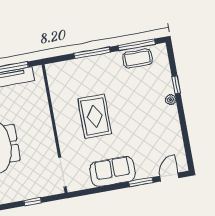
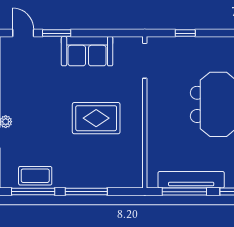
rug: (95, 116) -> (96, 118), turned 90
door: (169, 177) -> (23, 33), swing flipped

